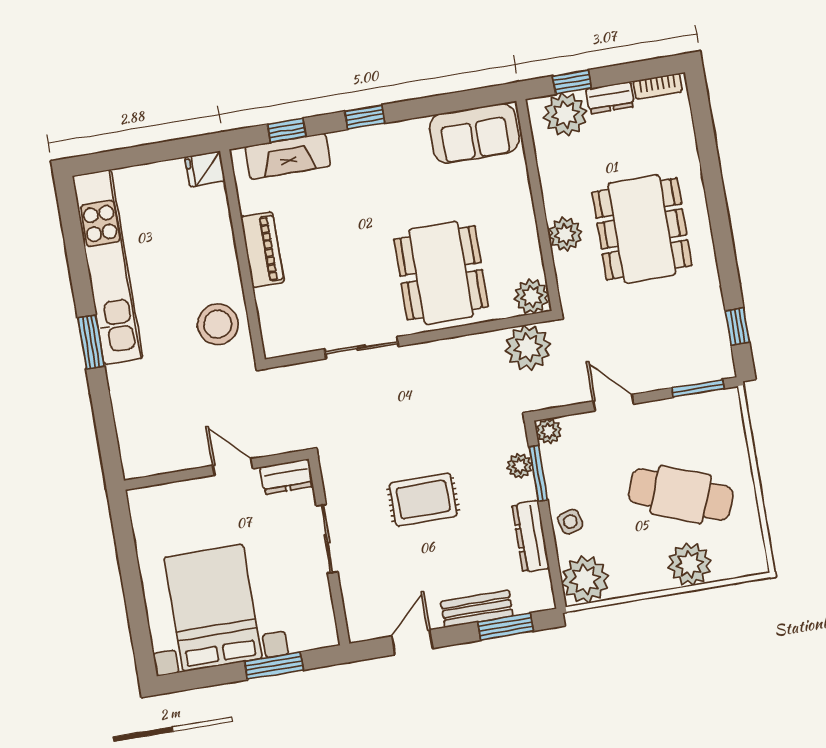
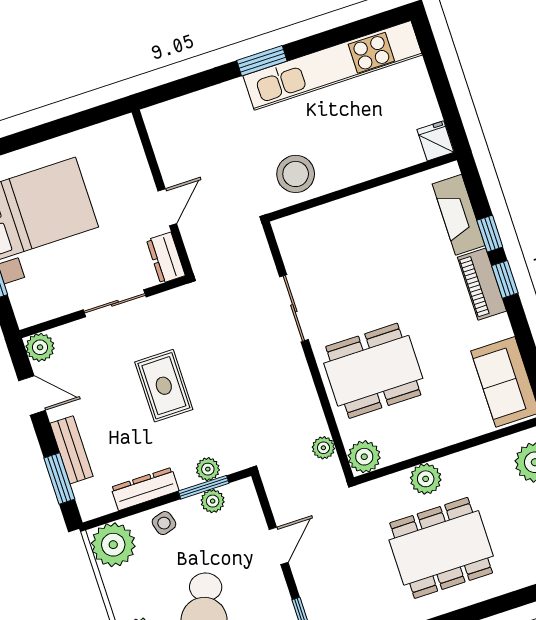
window: (287, 130) -> (490, 234), moved
piano: (262, 250) -> (482, 284), moved, turned 90
plant: (528, 348) -> (323, 448), width x0.53, depth x0.53
plant: (549, 431) -> (213, 501), moved
plant: (362, 626) -> (40, 347), added

